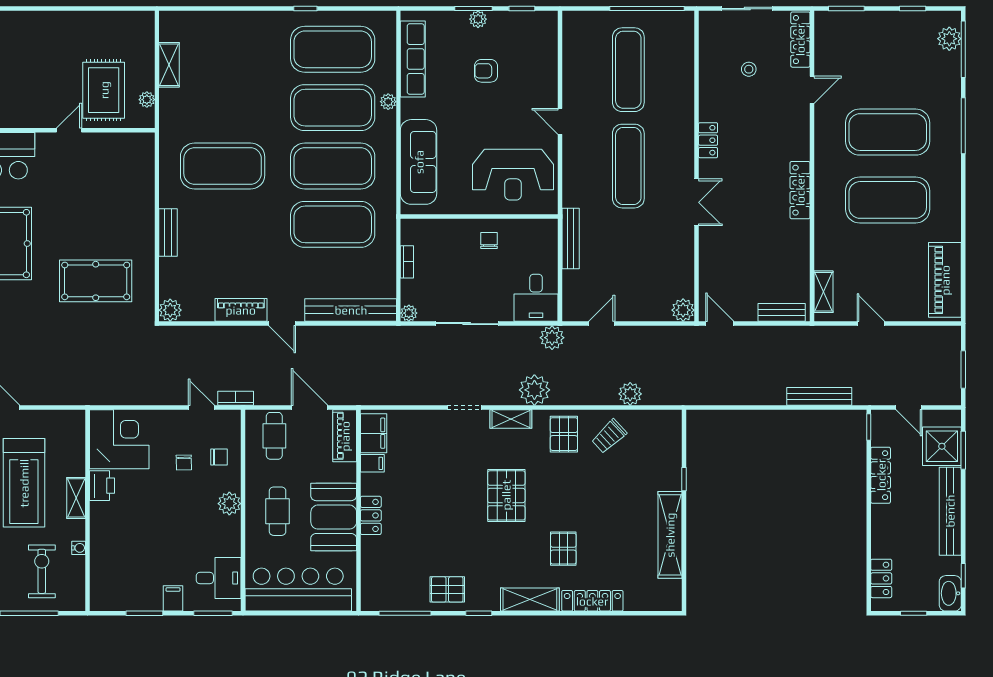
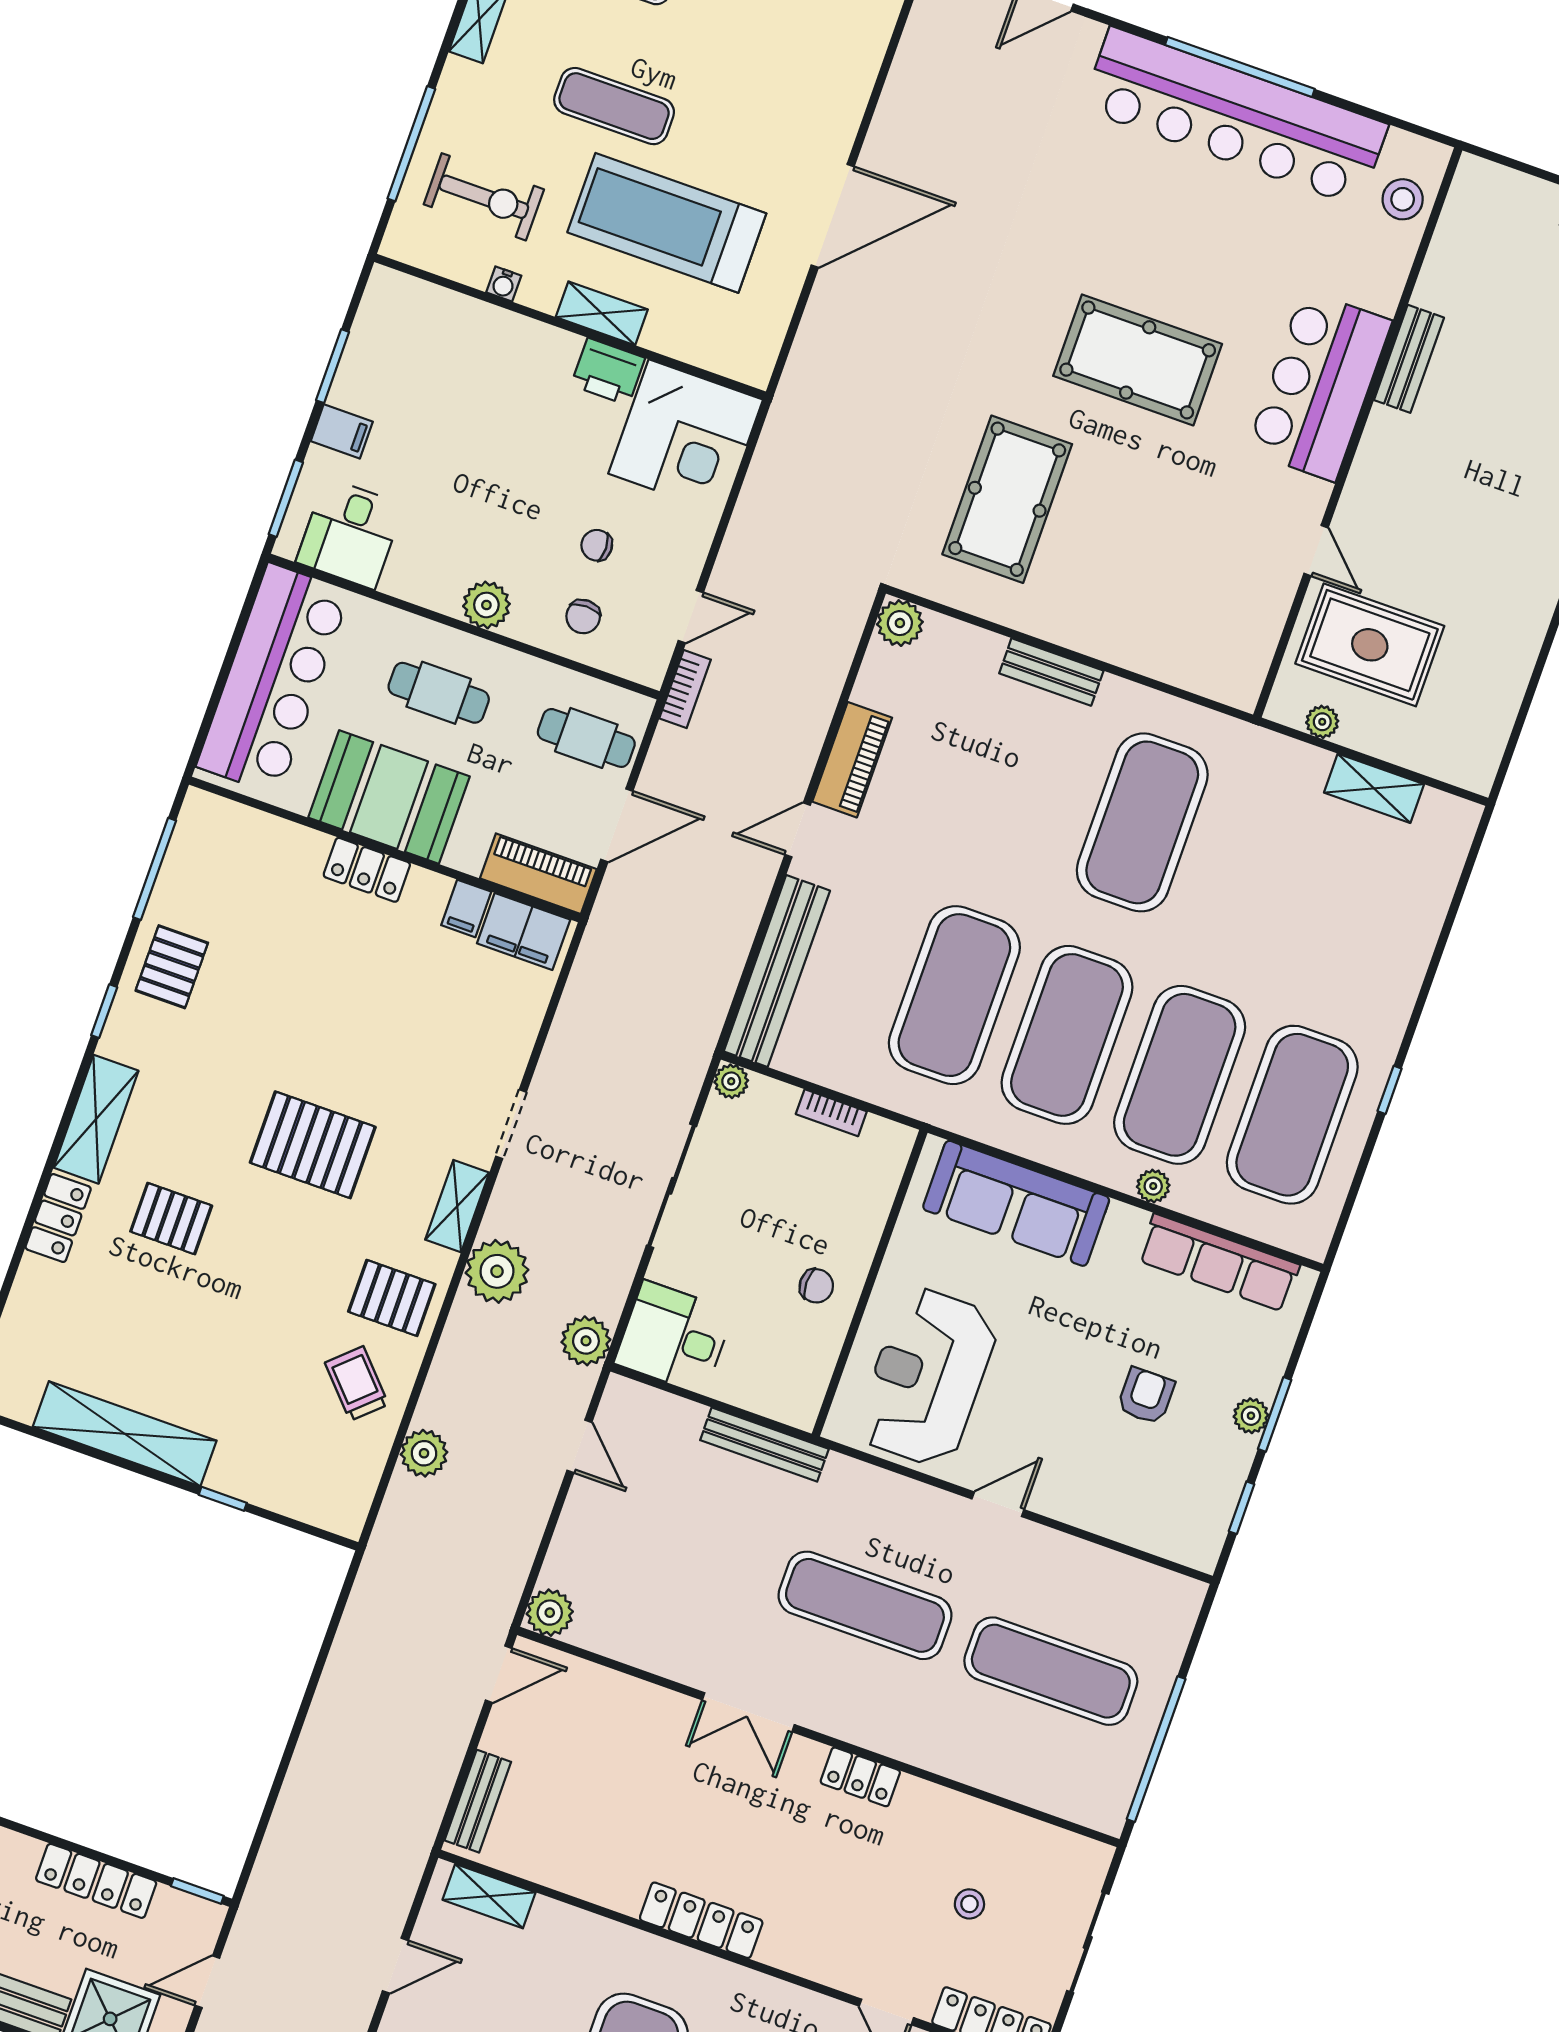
bench: (819, 396) -> (290, 1816), removed
locker: (592, 601) -> (58, 1218), width x0.66

